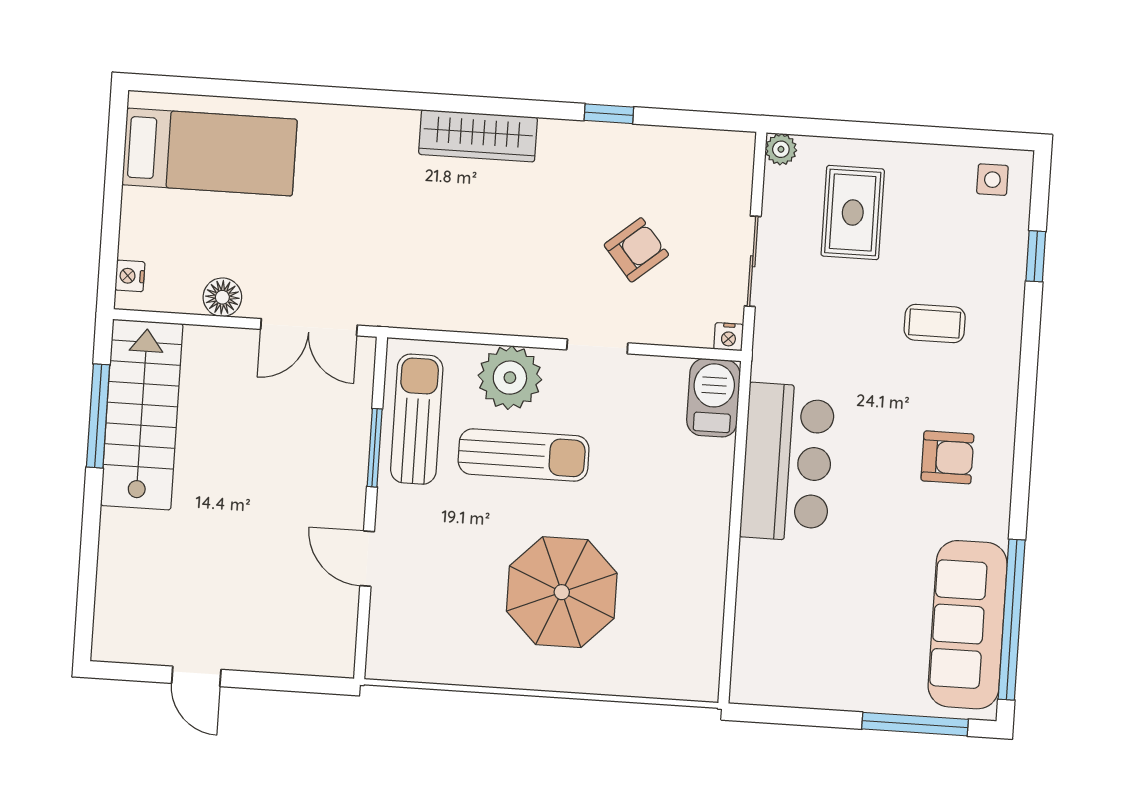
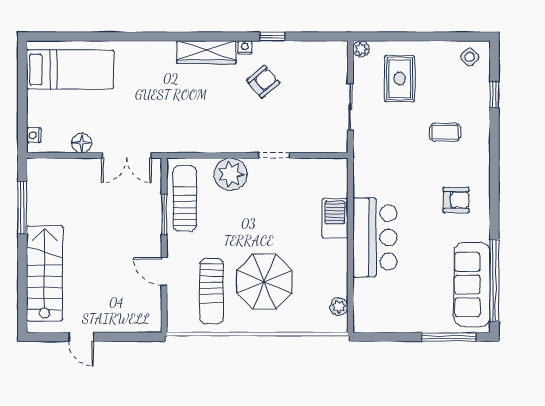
side table: (992, 180) -> (470, 57), turned 45
armchair: (636, 250) -> (263, 82), moved
nightstand: (729, 337) -> (245, 47), moved, turned 180
barbecue: (713, 398) -> (335, 218), moved
stairs: (142, 415) -> (44, 273), moved
sun lounger: (524, 455) -> (212, 291), moved, turned 90
bar counter: (787, 462) -> (375, 237), moved
plant: (705, 651) -> (339, 307), added

